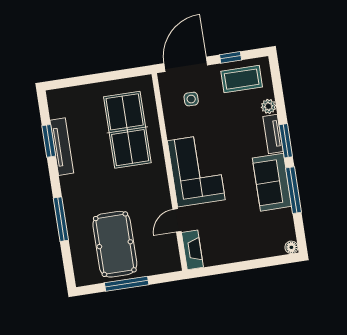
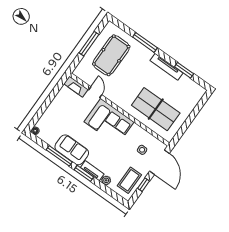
tv unit: (62, 147) -> (167, 67), moved
pool table: (115, 244) -> (111, 55), turned 90

